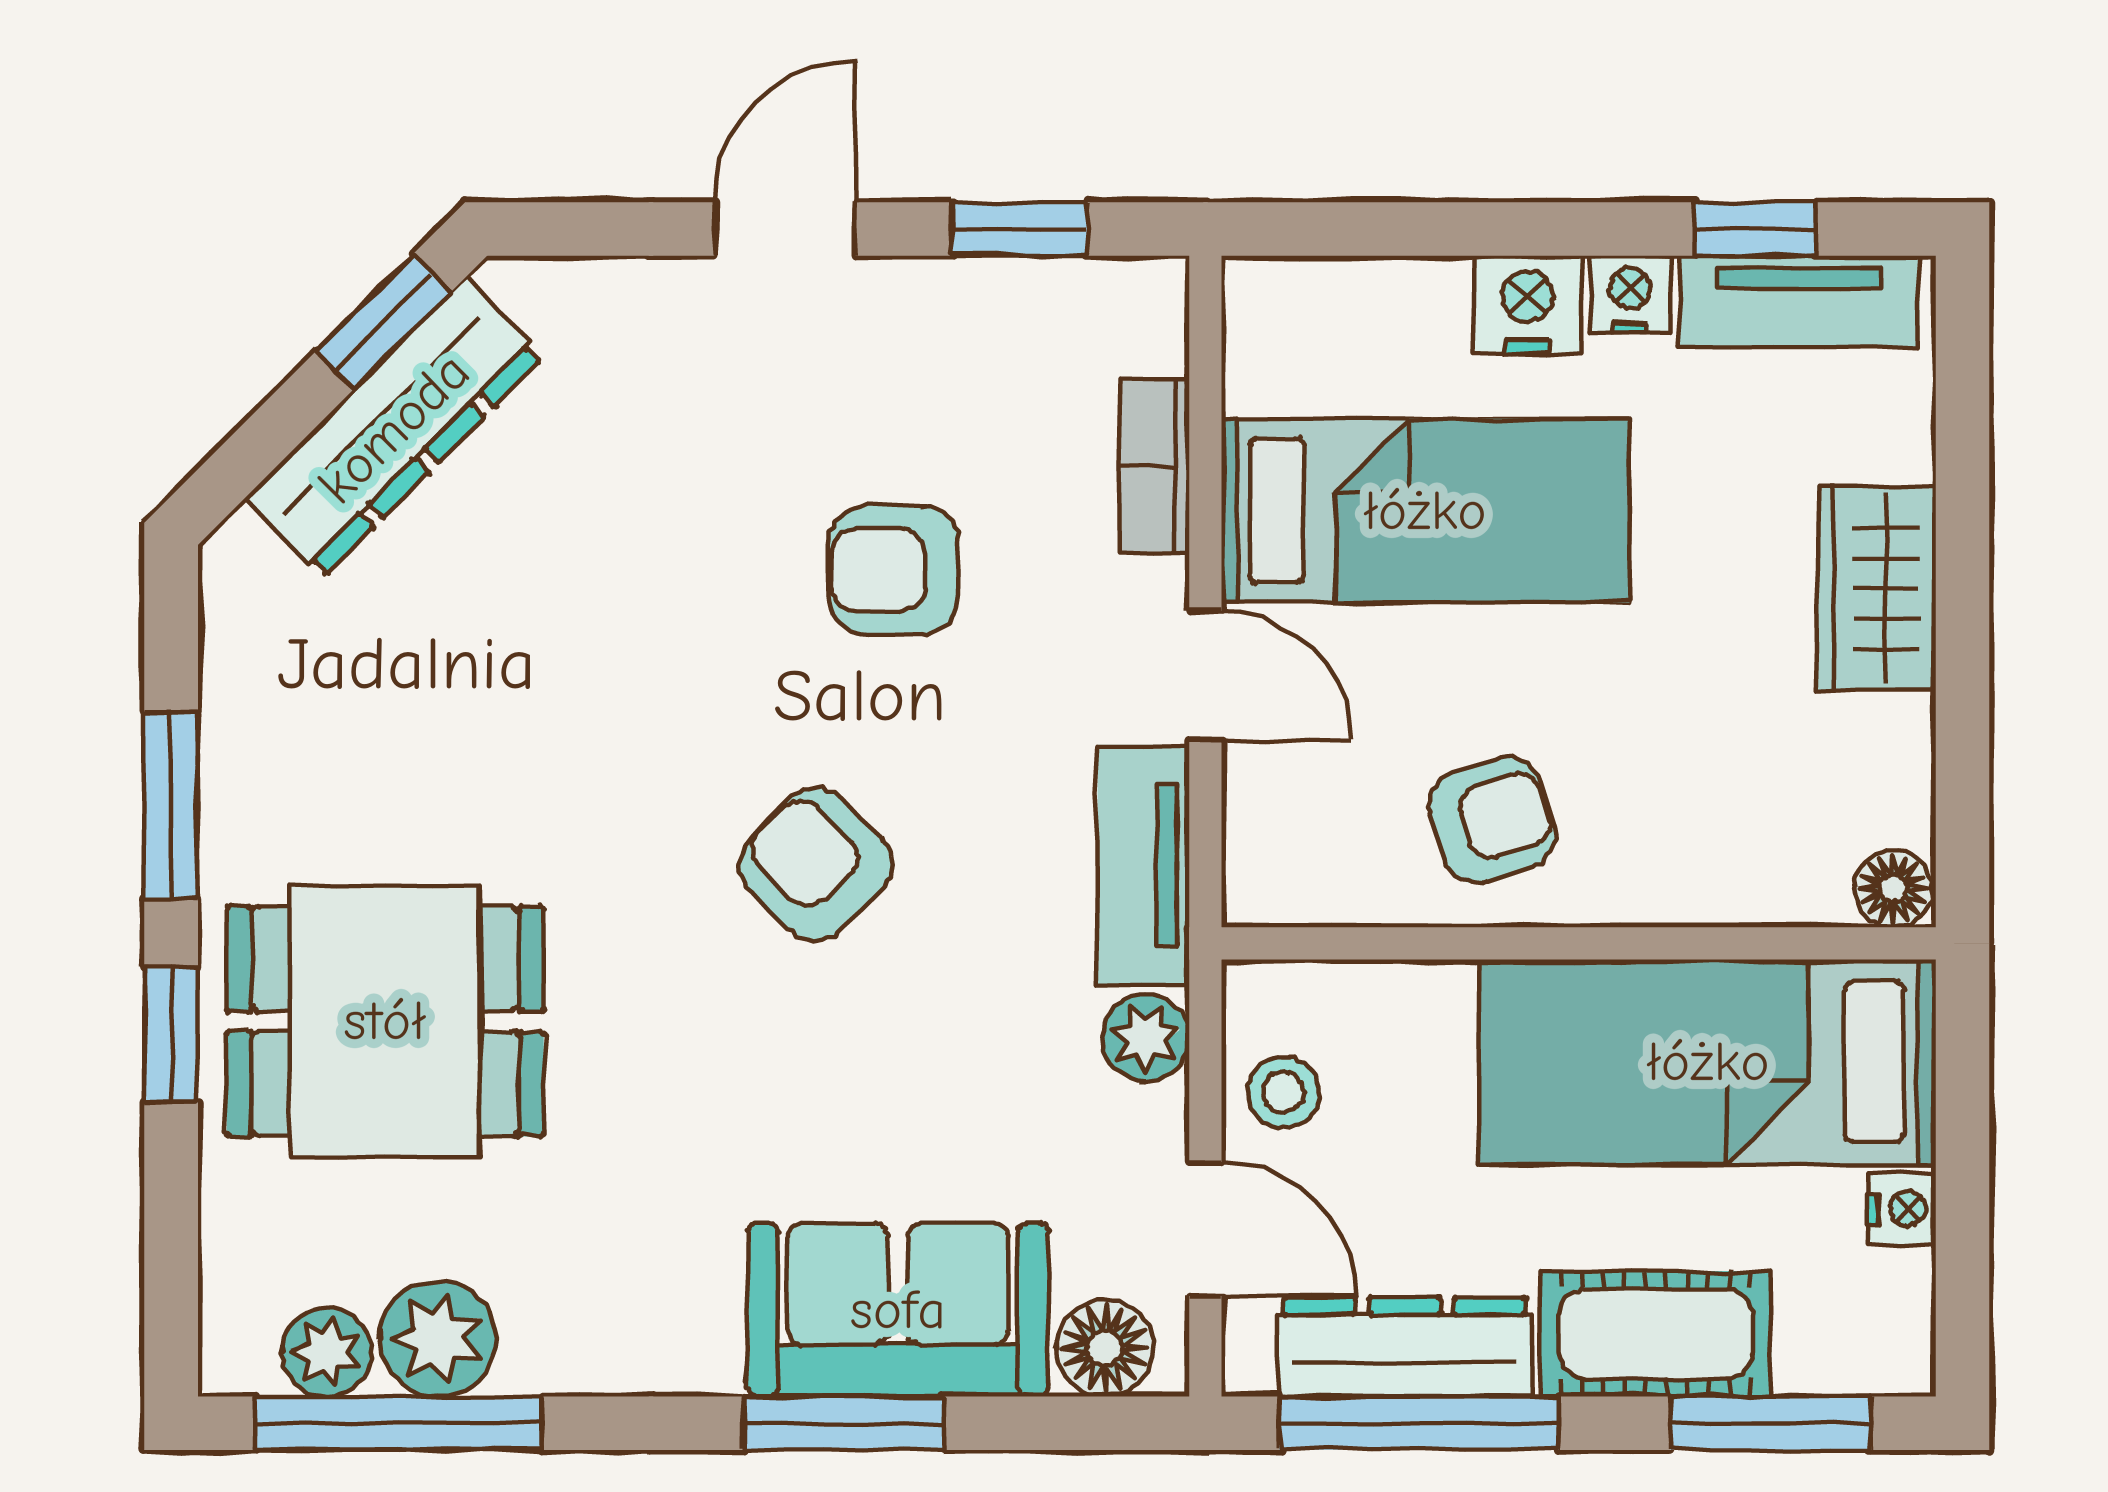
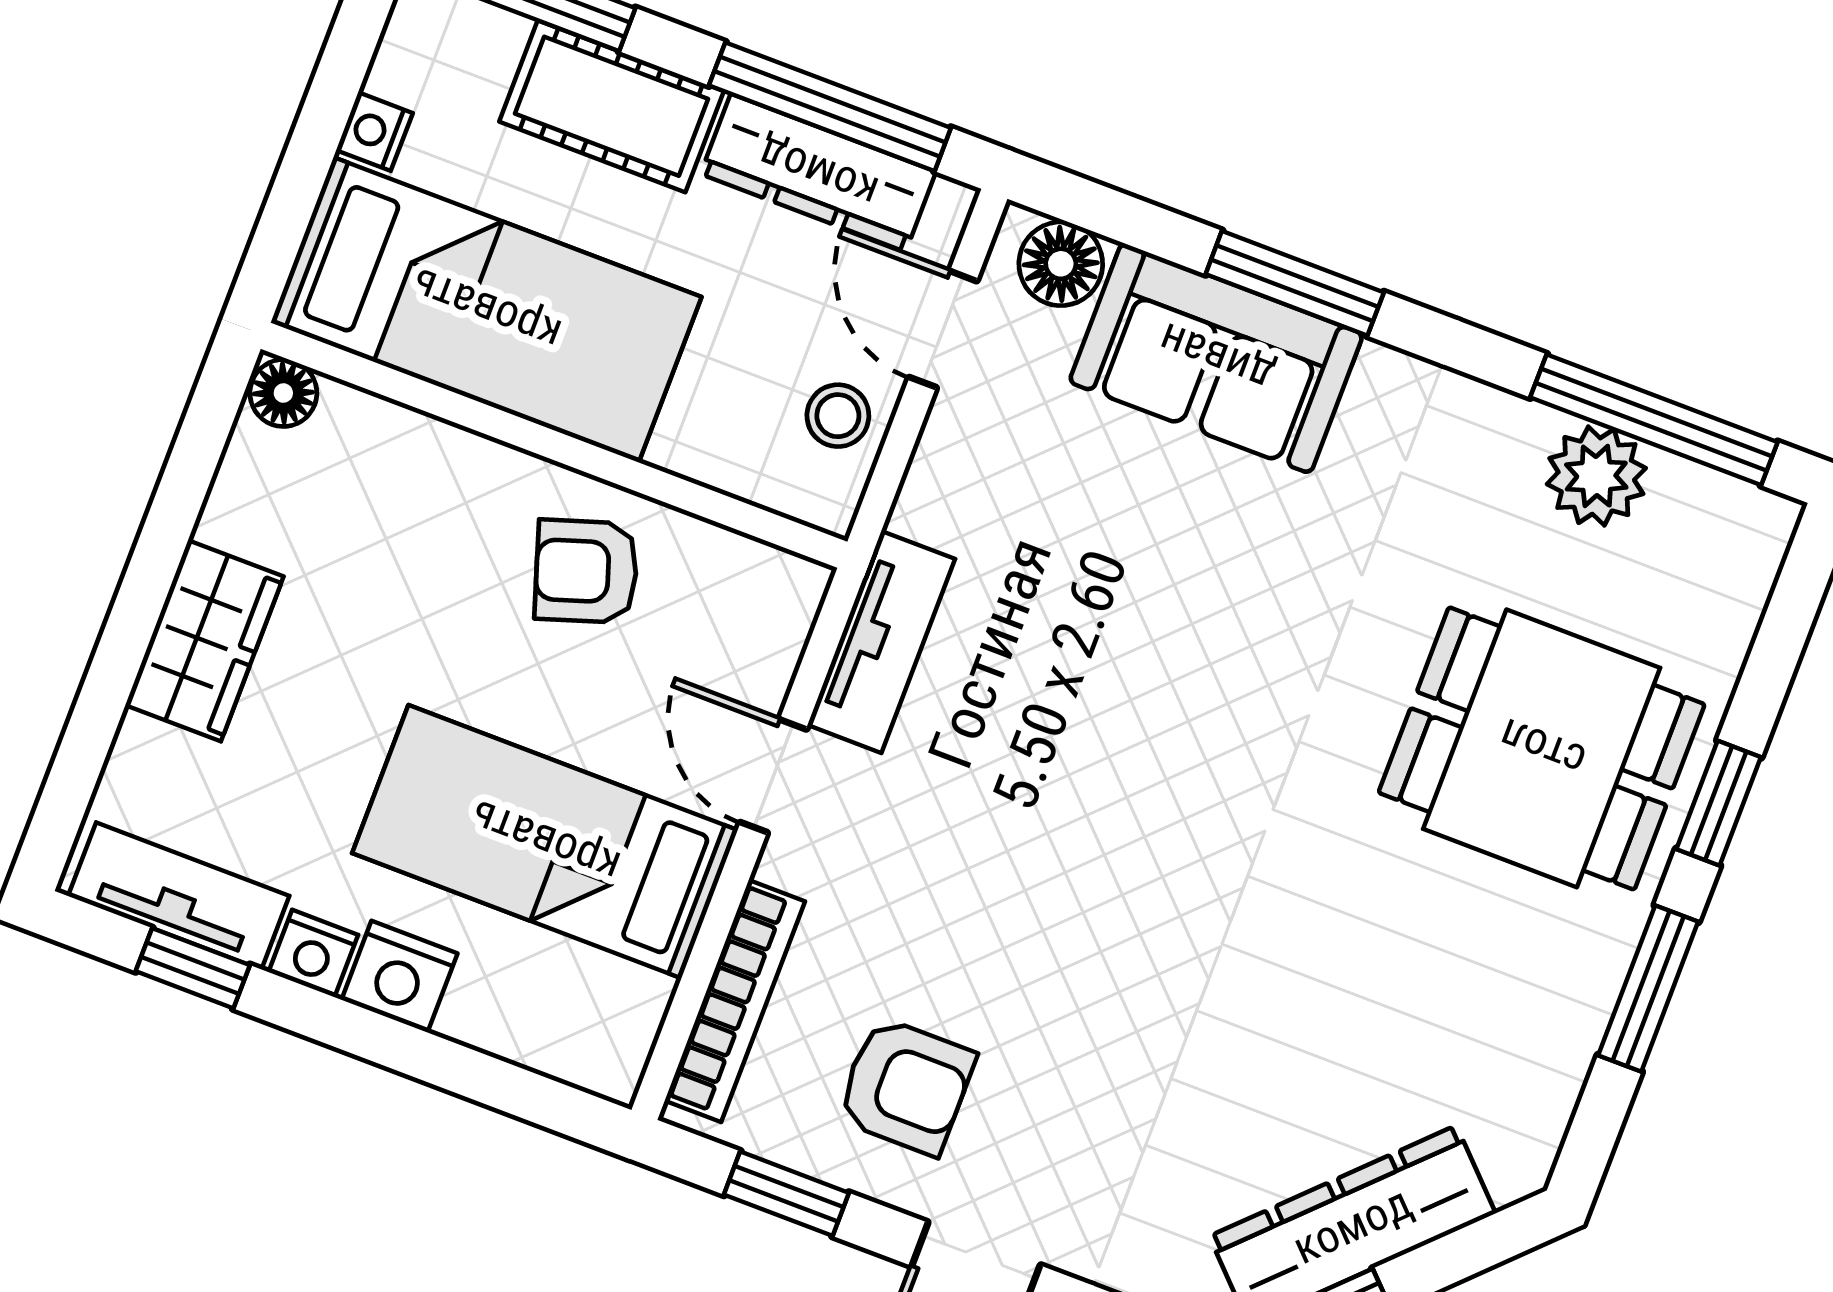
bookcase: (1154, 466) -> (735, 1001), width x1.56
armchair: (894, 570) -> (906, 1086), moved
armchair: (816, 864) -> (1146, 743), removed
plant: (1146, 1037) -> (932, 502), removed
plant: (327, 1352) -> (1690, 499), removed

